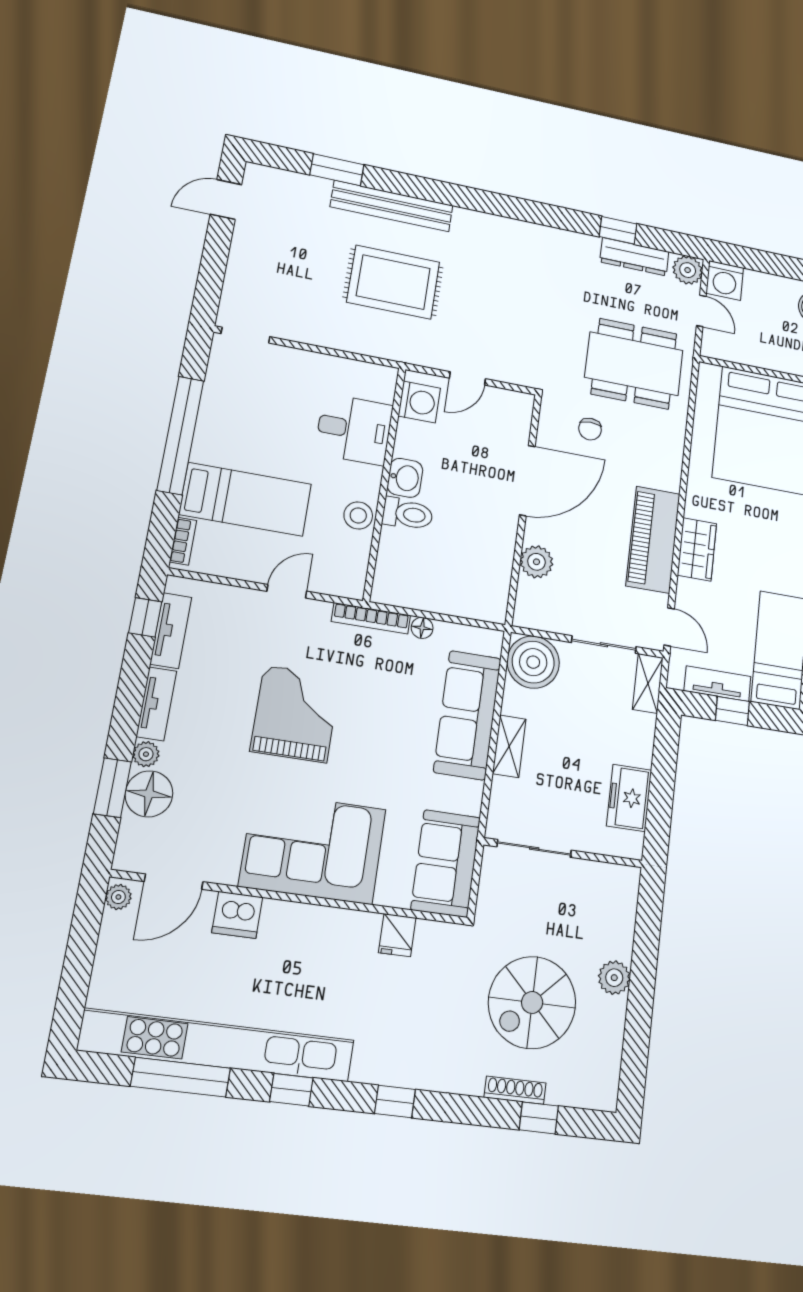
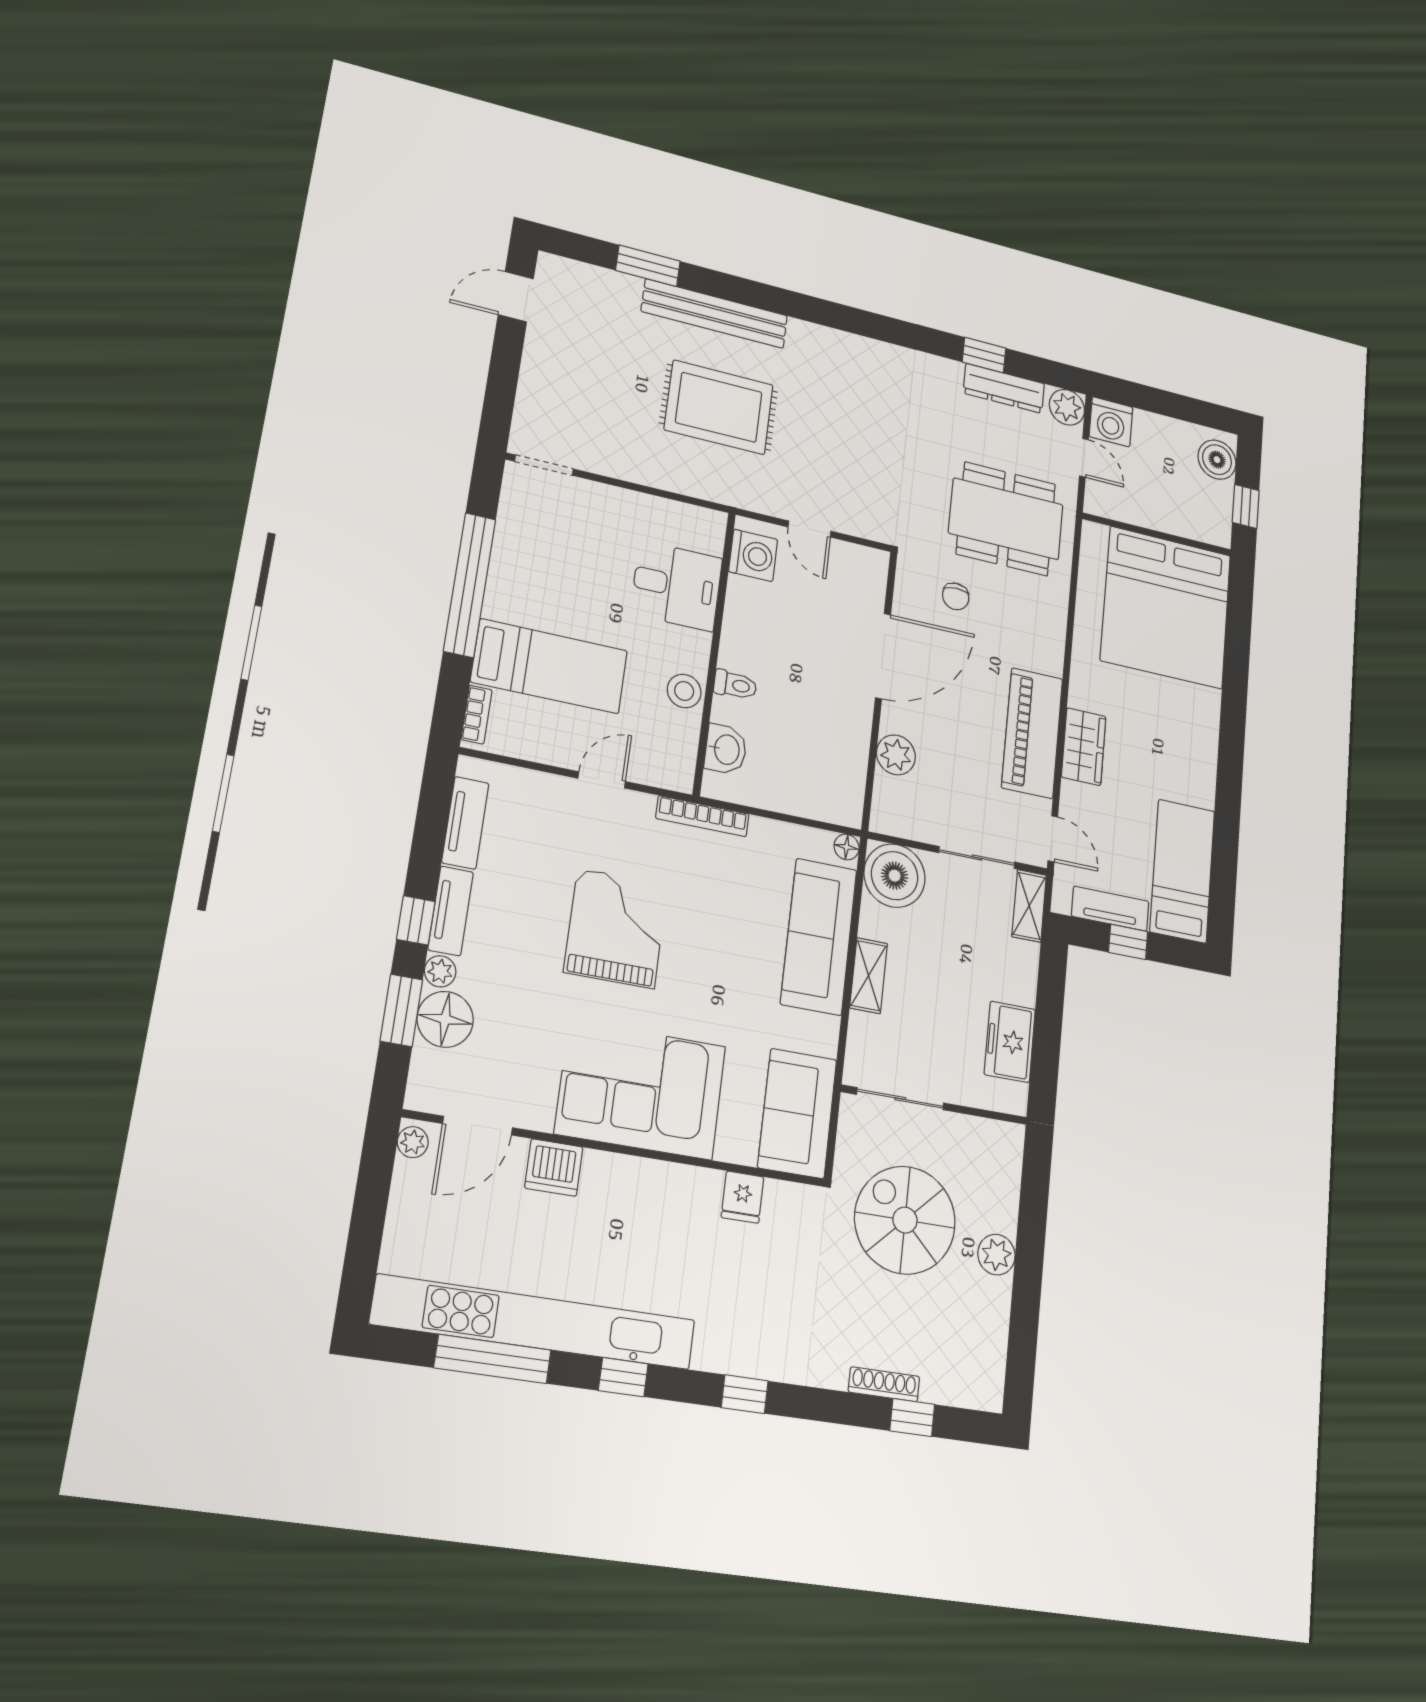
door: (467, 378) -> (810, 529), hinge flipped
washbasin: (405, 478) -> (726, 749), moved
toilet: (408, 514) -> (735, 685), width x0.73, depth x0.72
window: (145, 617) -> (416, 920), moved
floor lamp: (422, 628) -> (847, 847), moved
spiral stairs: (532, 1002) -> (905, 1220), moved, turned 90

